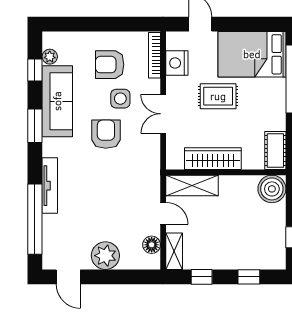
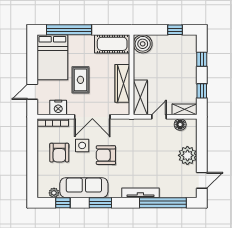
double door: (163, 114) -> (92, 117), width x1.37
cot: (275, 151) -> (112, 44), width x1.37, depth x1.34

